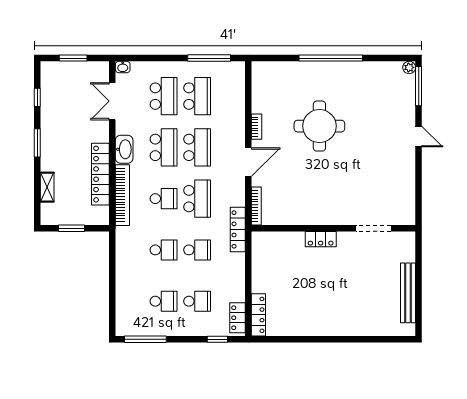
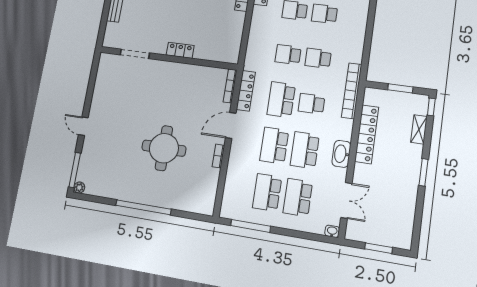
window: (37, 97) -> (431, 107), moved
bookcase: (122, 195) -> (352, 91), moved
locker: (238, 229) -> (246, 91), moved

